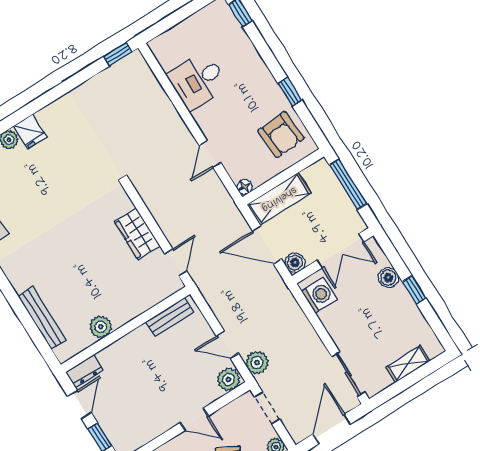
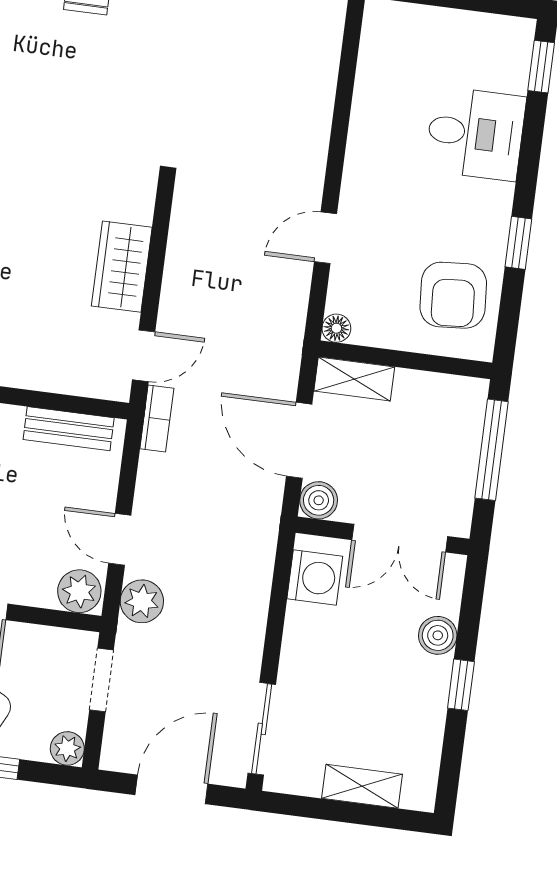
desk: (198, 81) -> (475, 134), moved, turned 180
shelving: (279, 199) -> (354, 379), width x0.67, depth x0.75
bookcase: (202, 284) -> (157, 418), added

